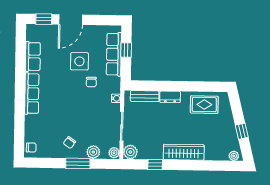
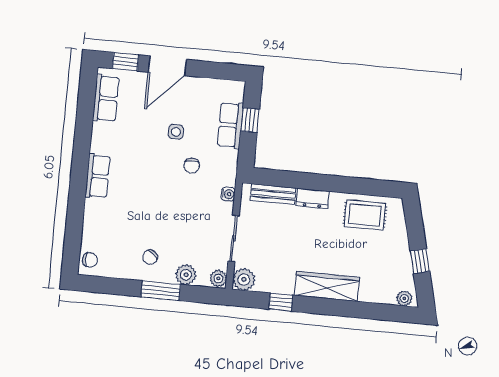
row of seats: (114, 54) -> (230, 125), width x0.68
row of seats: (33, 56) -> (106, 98), moved
side table: (79, 61) -> (176, 132), width x0.54, depth x0.54
row of seats: (32, 94) -> (98, 176), width x0.68

